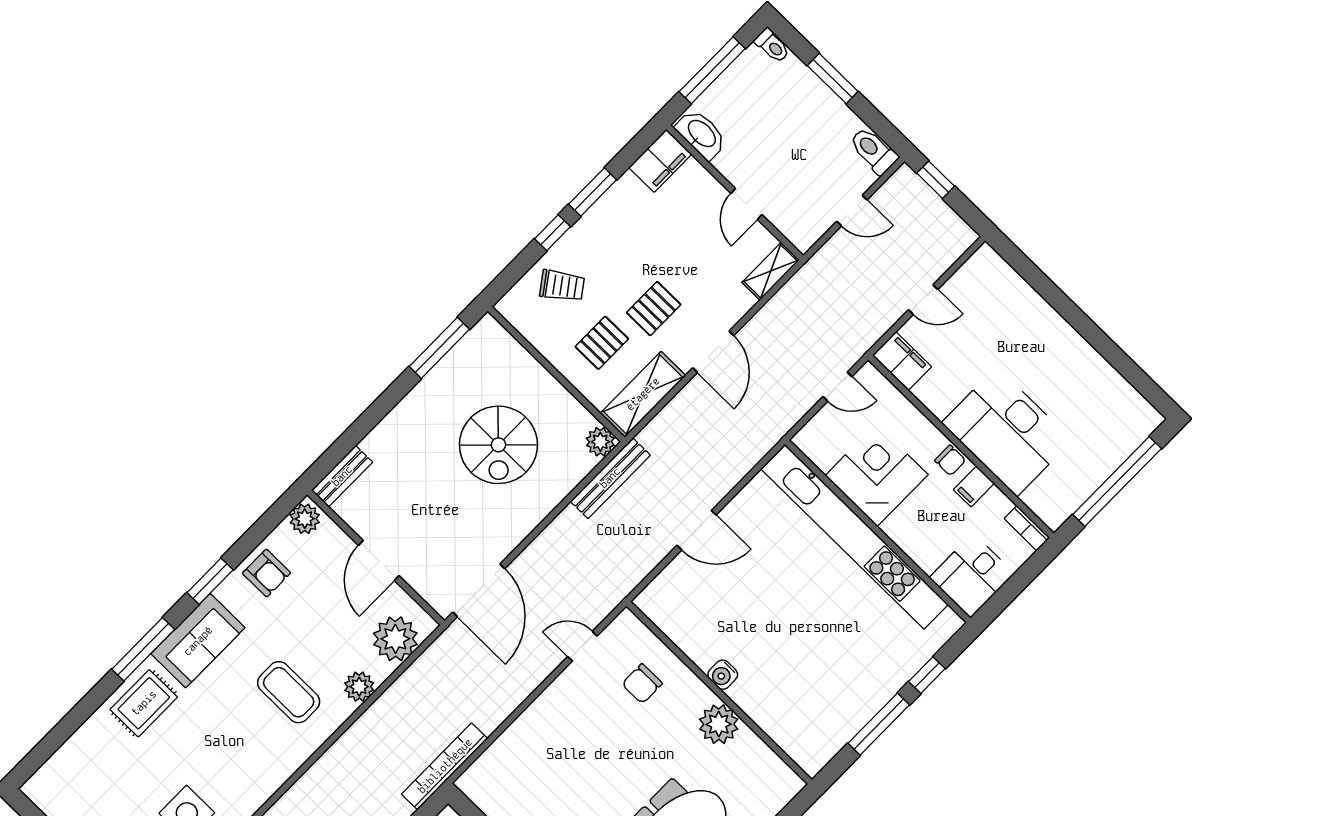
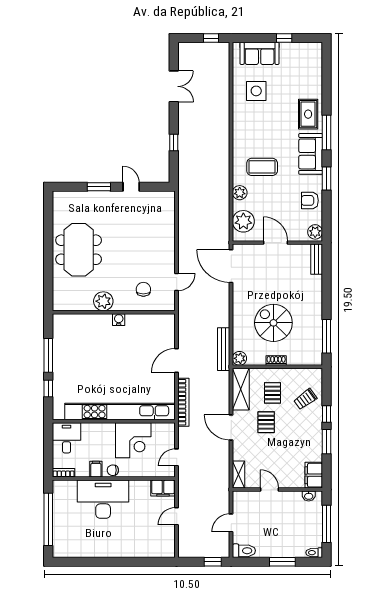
washbasin: (701, 134) -> (309, 496), width x0.52, depth x0.69
shoe rack: (549, 385) -> (276, 361), added
bookcase: (445, 766) -> (183, 402), moved

